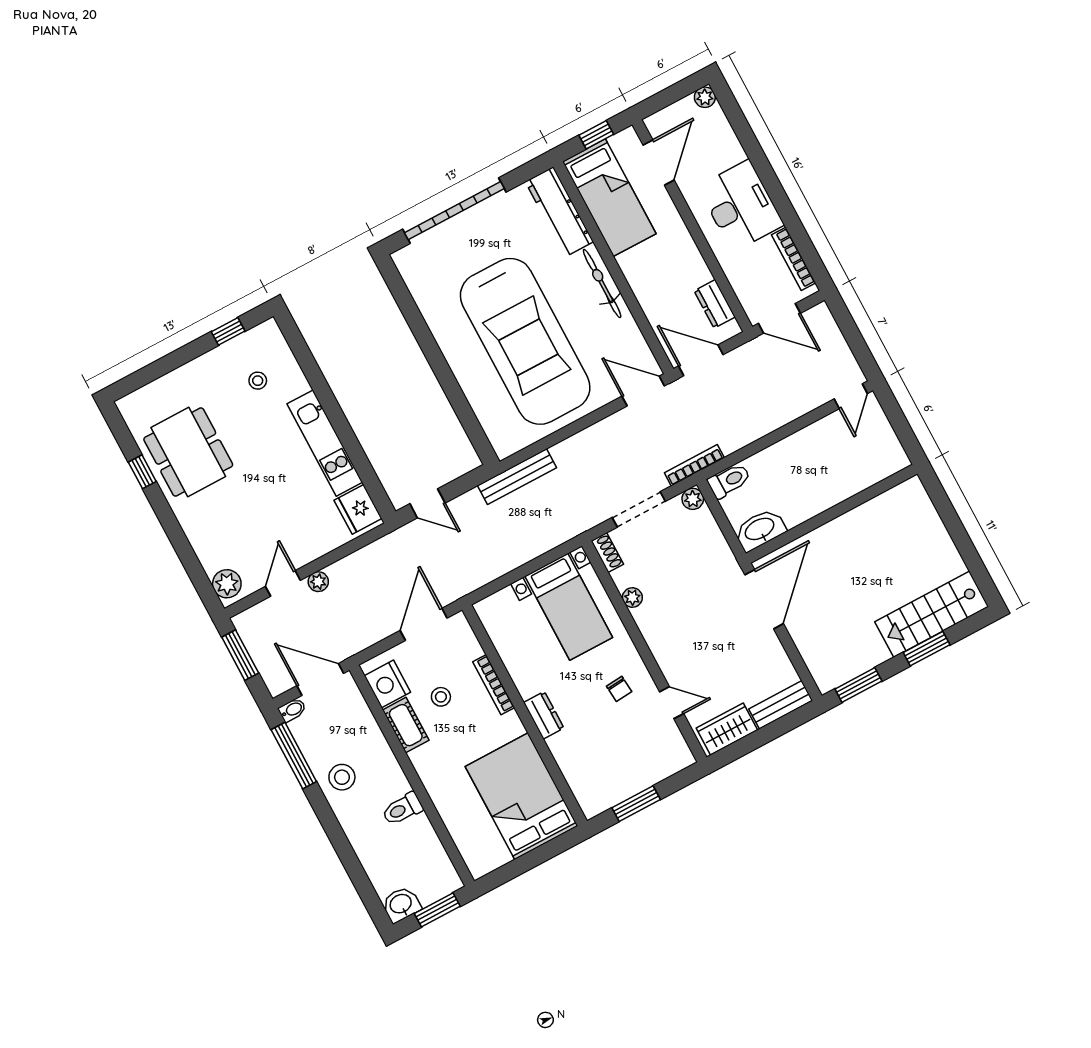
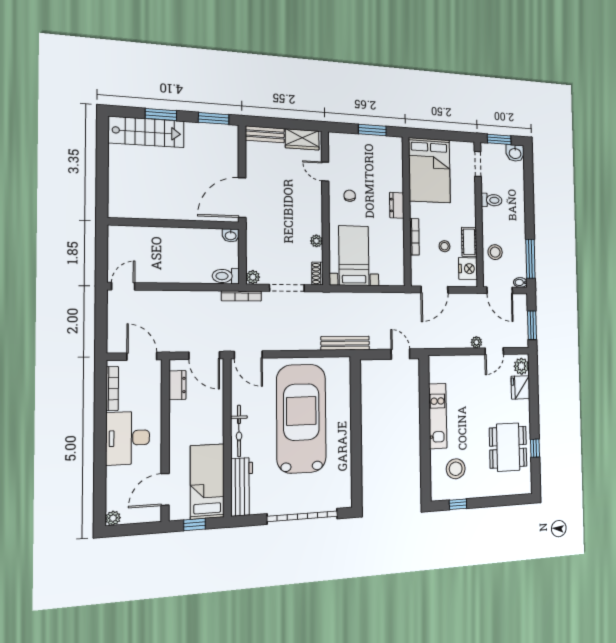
stool: (258, 381) -> (456, 469), width x1.89, depth x1.89
fridge: (358, 509) -> (521, 387), moved, turned 180
washbasin: (760, 530) -> (231, 235), width x0.52, depth x0.69
stool: (342, 777) -> (495, 252), moved
doorway: (452, 851) -> (478, 164), added

